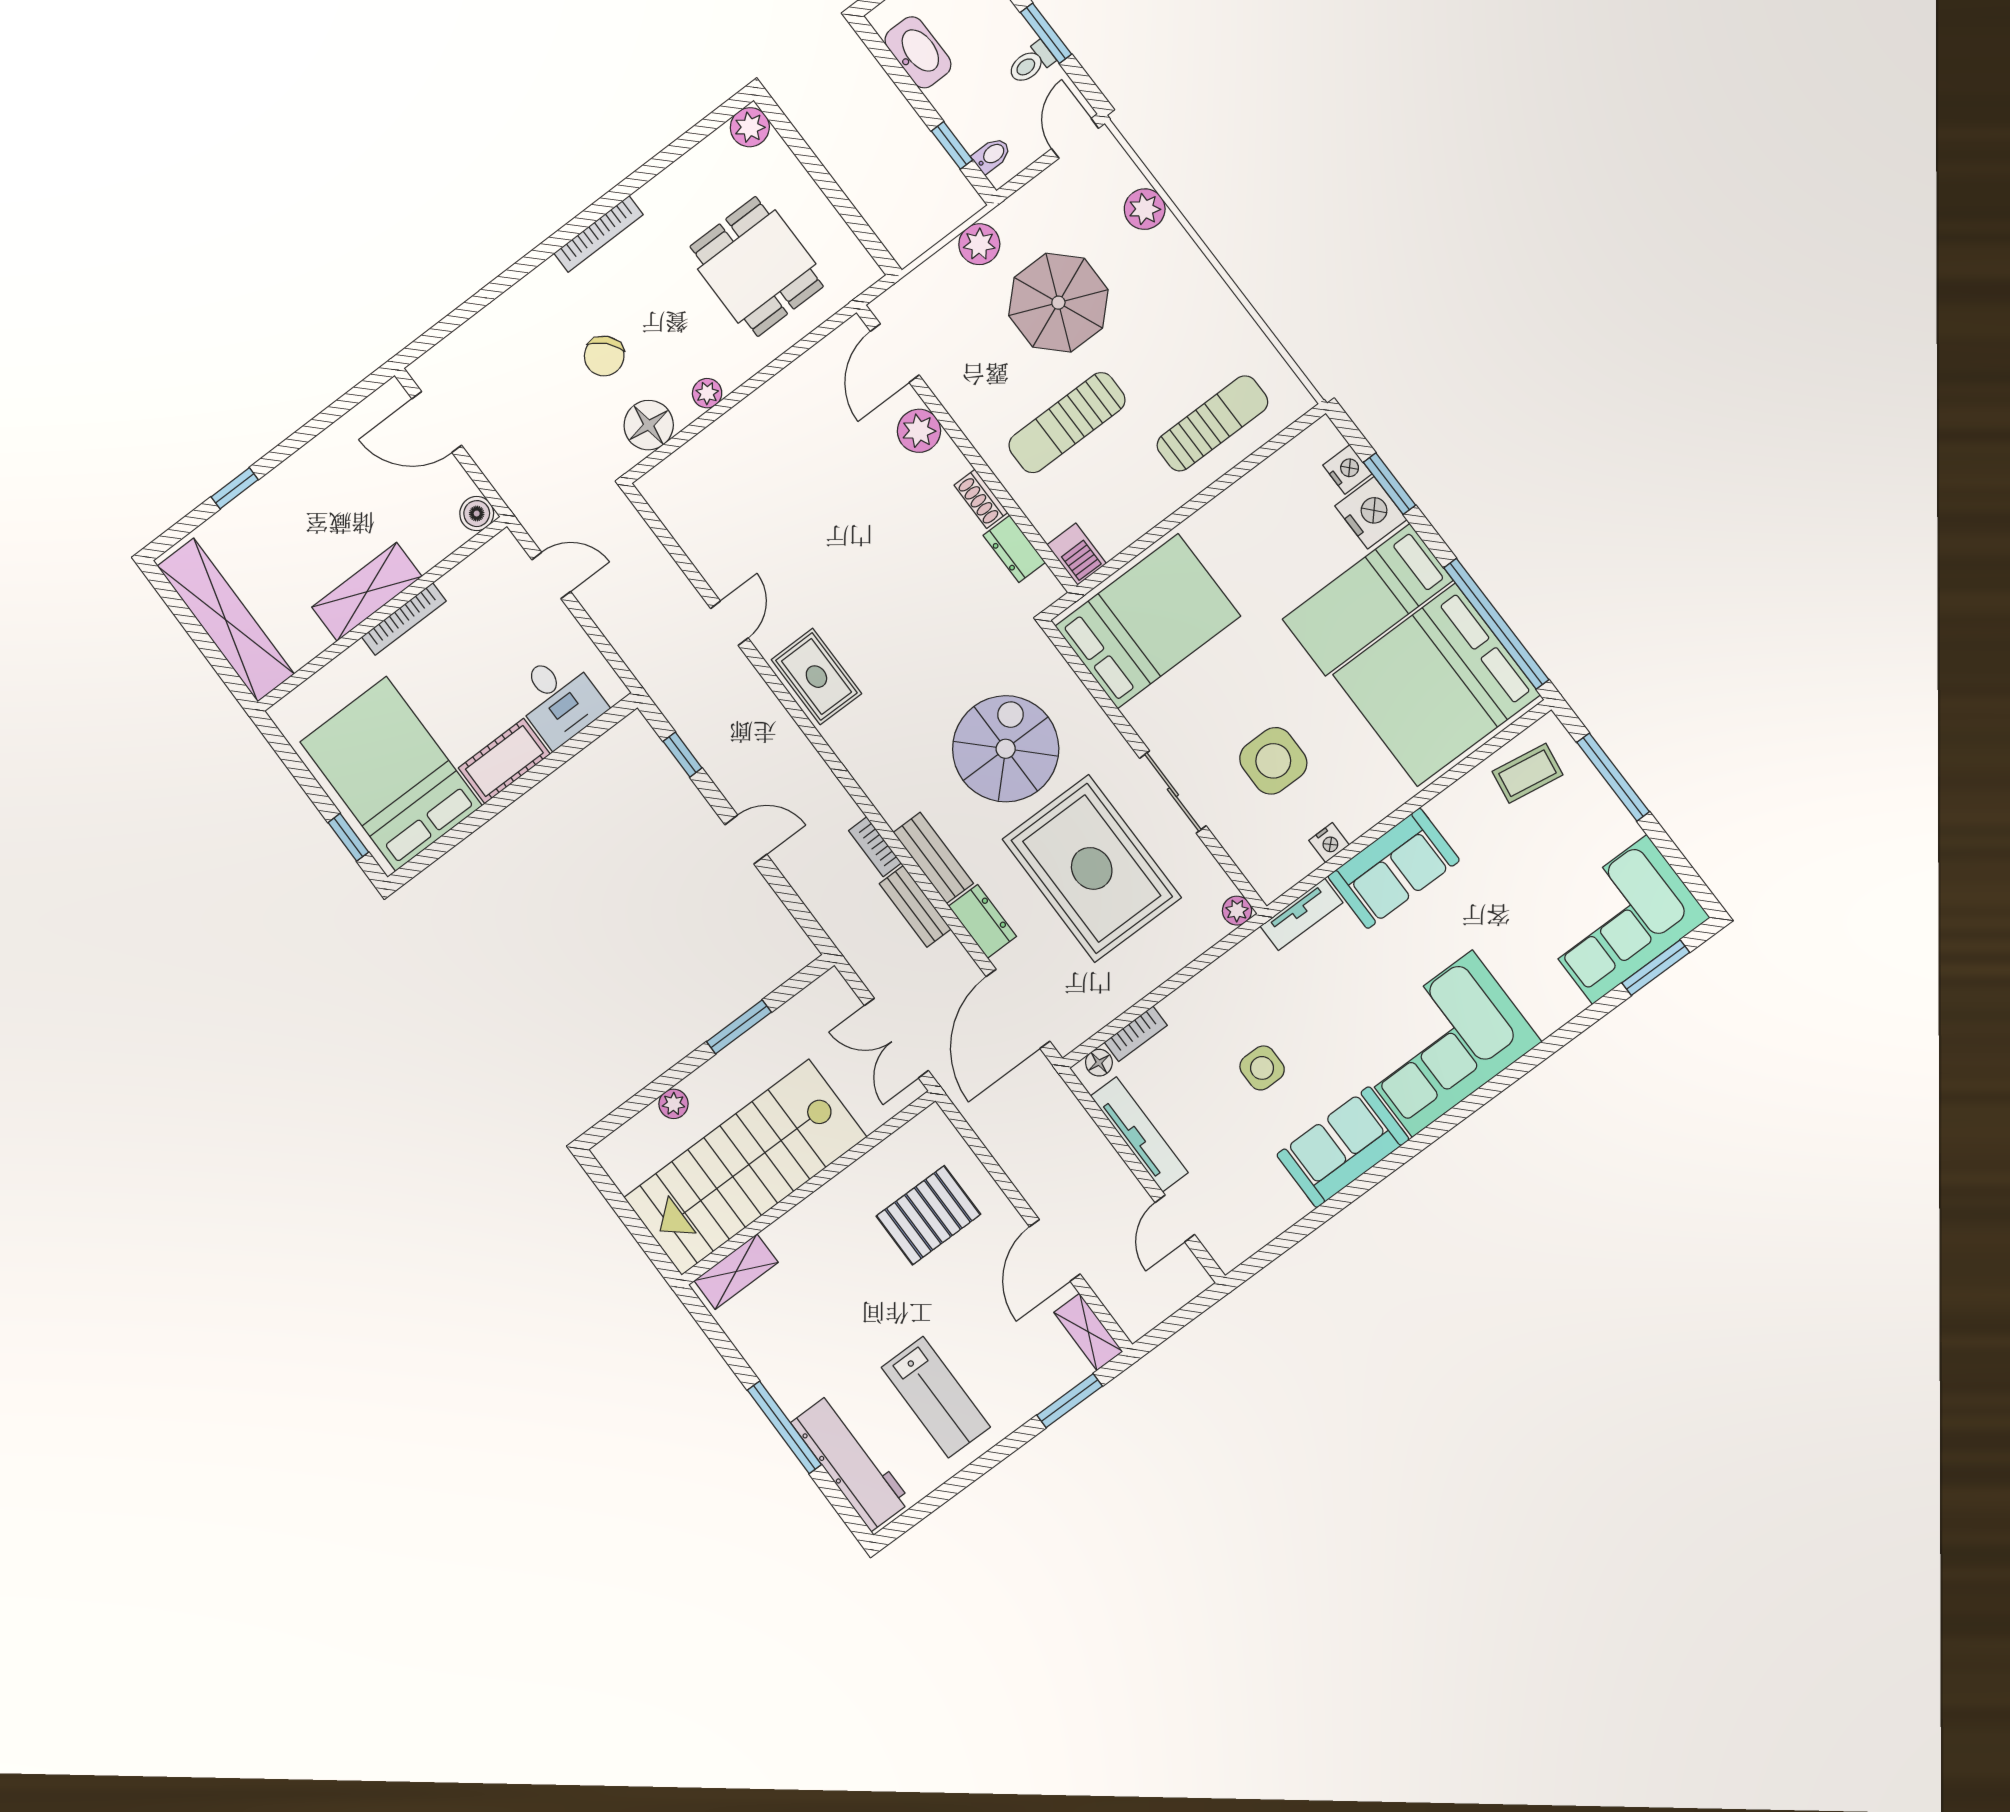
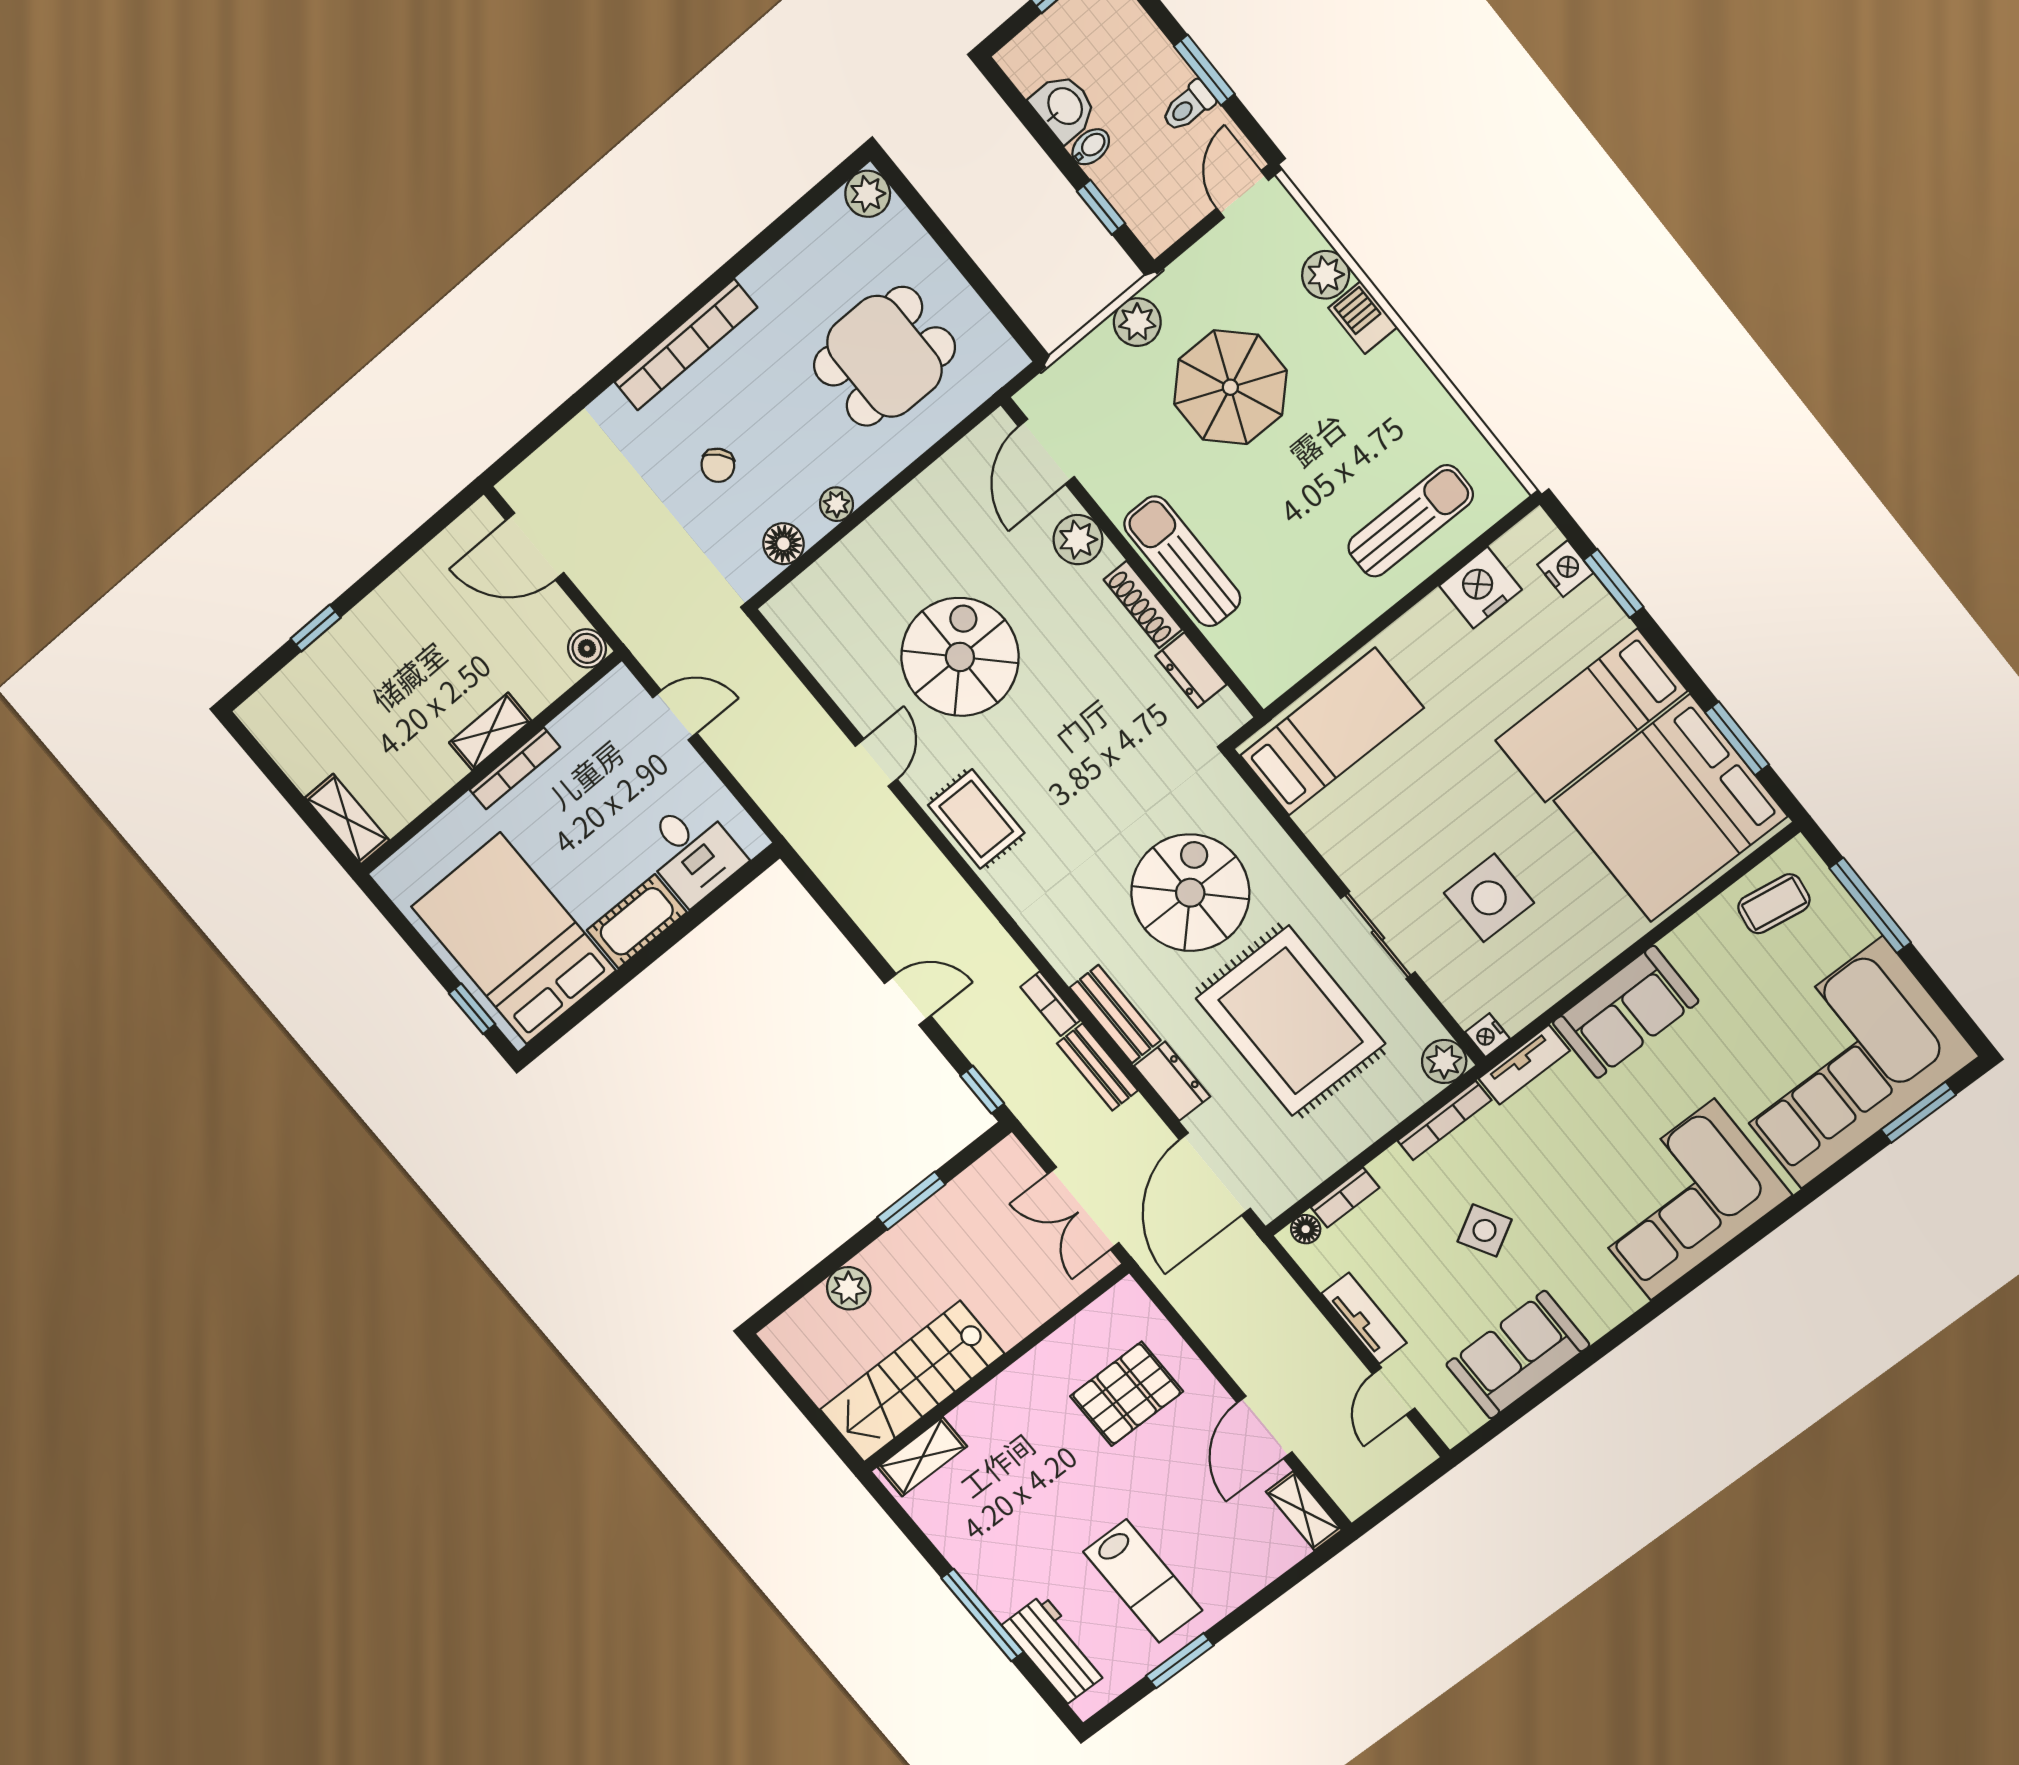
washbasin: (918, 52) -> (1064, 107), width x0.72
bidet: (992, 155) -> (1091, 147), moved
bookcase: (598, 234) -> (686, 345), width x1.48, depth x1.31
dining table: (757, 266) -> (884, 356), turned 90
chair: (604, 356) -> (718, 465), width x0.73, depth x0.73
sun lounger: (1067, 423) -> (1182, 561), moved, turned 90
floor lamp: (649, 425) -> (783, 544), width x0.73, depth x0.73
shoe rack: (981, 499) -> (1143, 605), width x1.43
nightstand: (1371, 513) -> (1480, 588), moved, turned -90
spiral stairs: (809, 531) -> (960, 657), added
barbecue: (1077, 554) -> (1363, 318), moved, turned 180
shelving: (367, 592) -> (490, 732), width x0.67, depth x0.75
shelving: (226, 620) -> (347, 819), width x0.45, depth x0.75
bed: (1148, 621) -> (1332, 732), width x0.67
window: (1496, 624) -> (1737, 738), width x0.47
window: (683, 755) -> (982, 1090), moved
nightstand: (1329, 843) -> (1487, 1035), moved, turned 90
plant: (1237, 911) -> (1444, 1061), width x1.38, depth x1.38
corner sofa: (1620, 920) -> (1842, 1063), width x1.36, depth x1.36
bookcase: (1228, 964) -> (1444, 1121), added
side table: (1262, 1068) -> (1485, 1230), turned -30
plant: (674, 1104) -> (849, 1288), width x1.38, depth x1.38
tv unit: (1139, 1134) -> (1364, 1318), width x0.71
sofa: (1343, 1147) -> (1518, 1355), moved
stairs: (745, 1167) -> (912, 1382), width x0.73, depth x0.66
window: (1070, 1401) -> (1180, 1661), moved
workbench: (851, 1462) -> (1055, 1649), width x0.73

